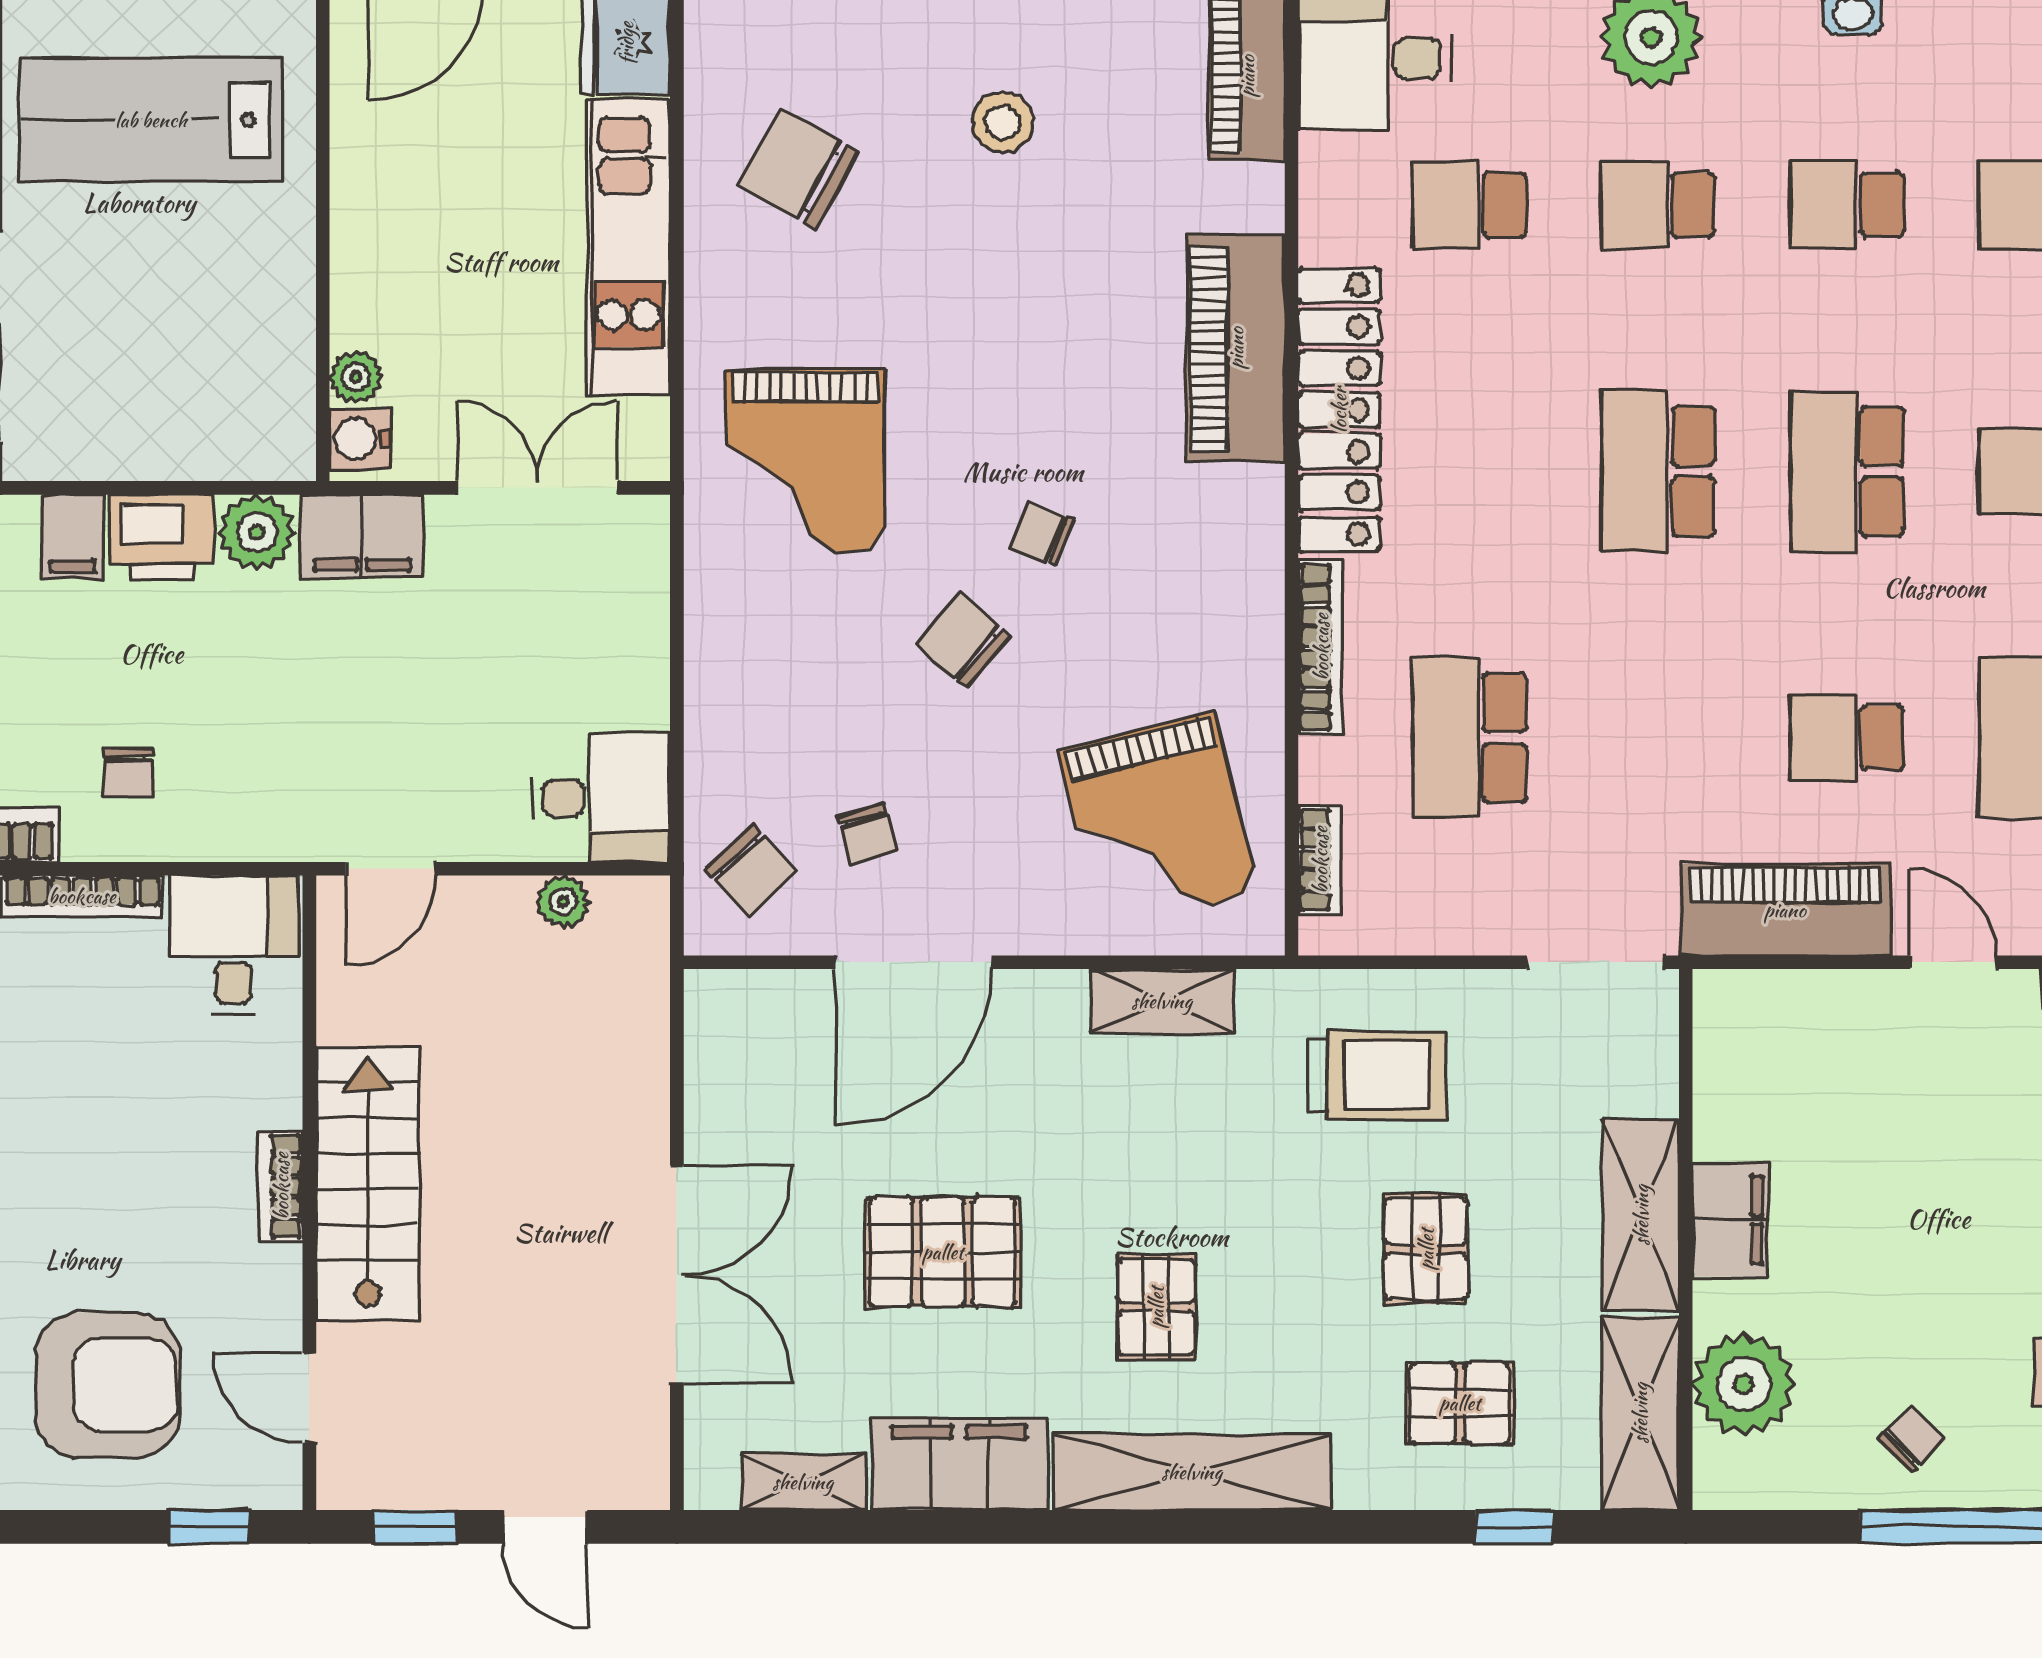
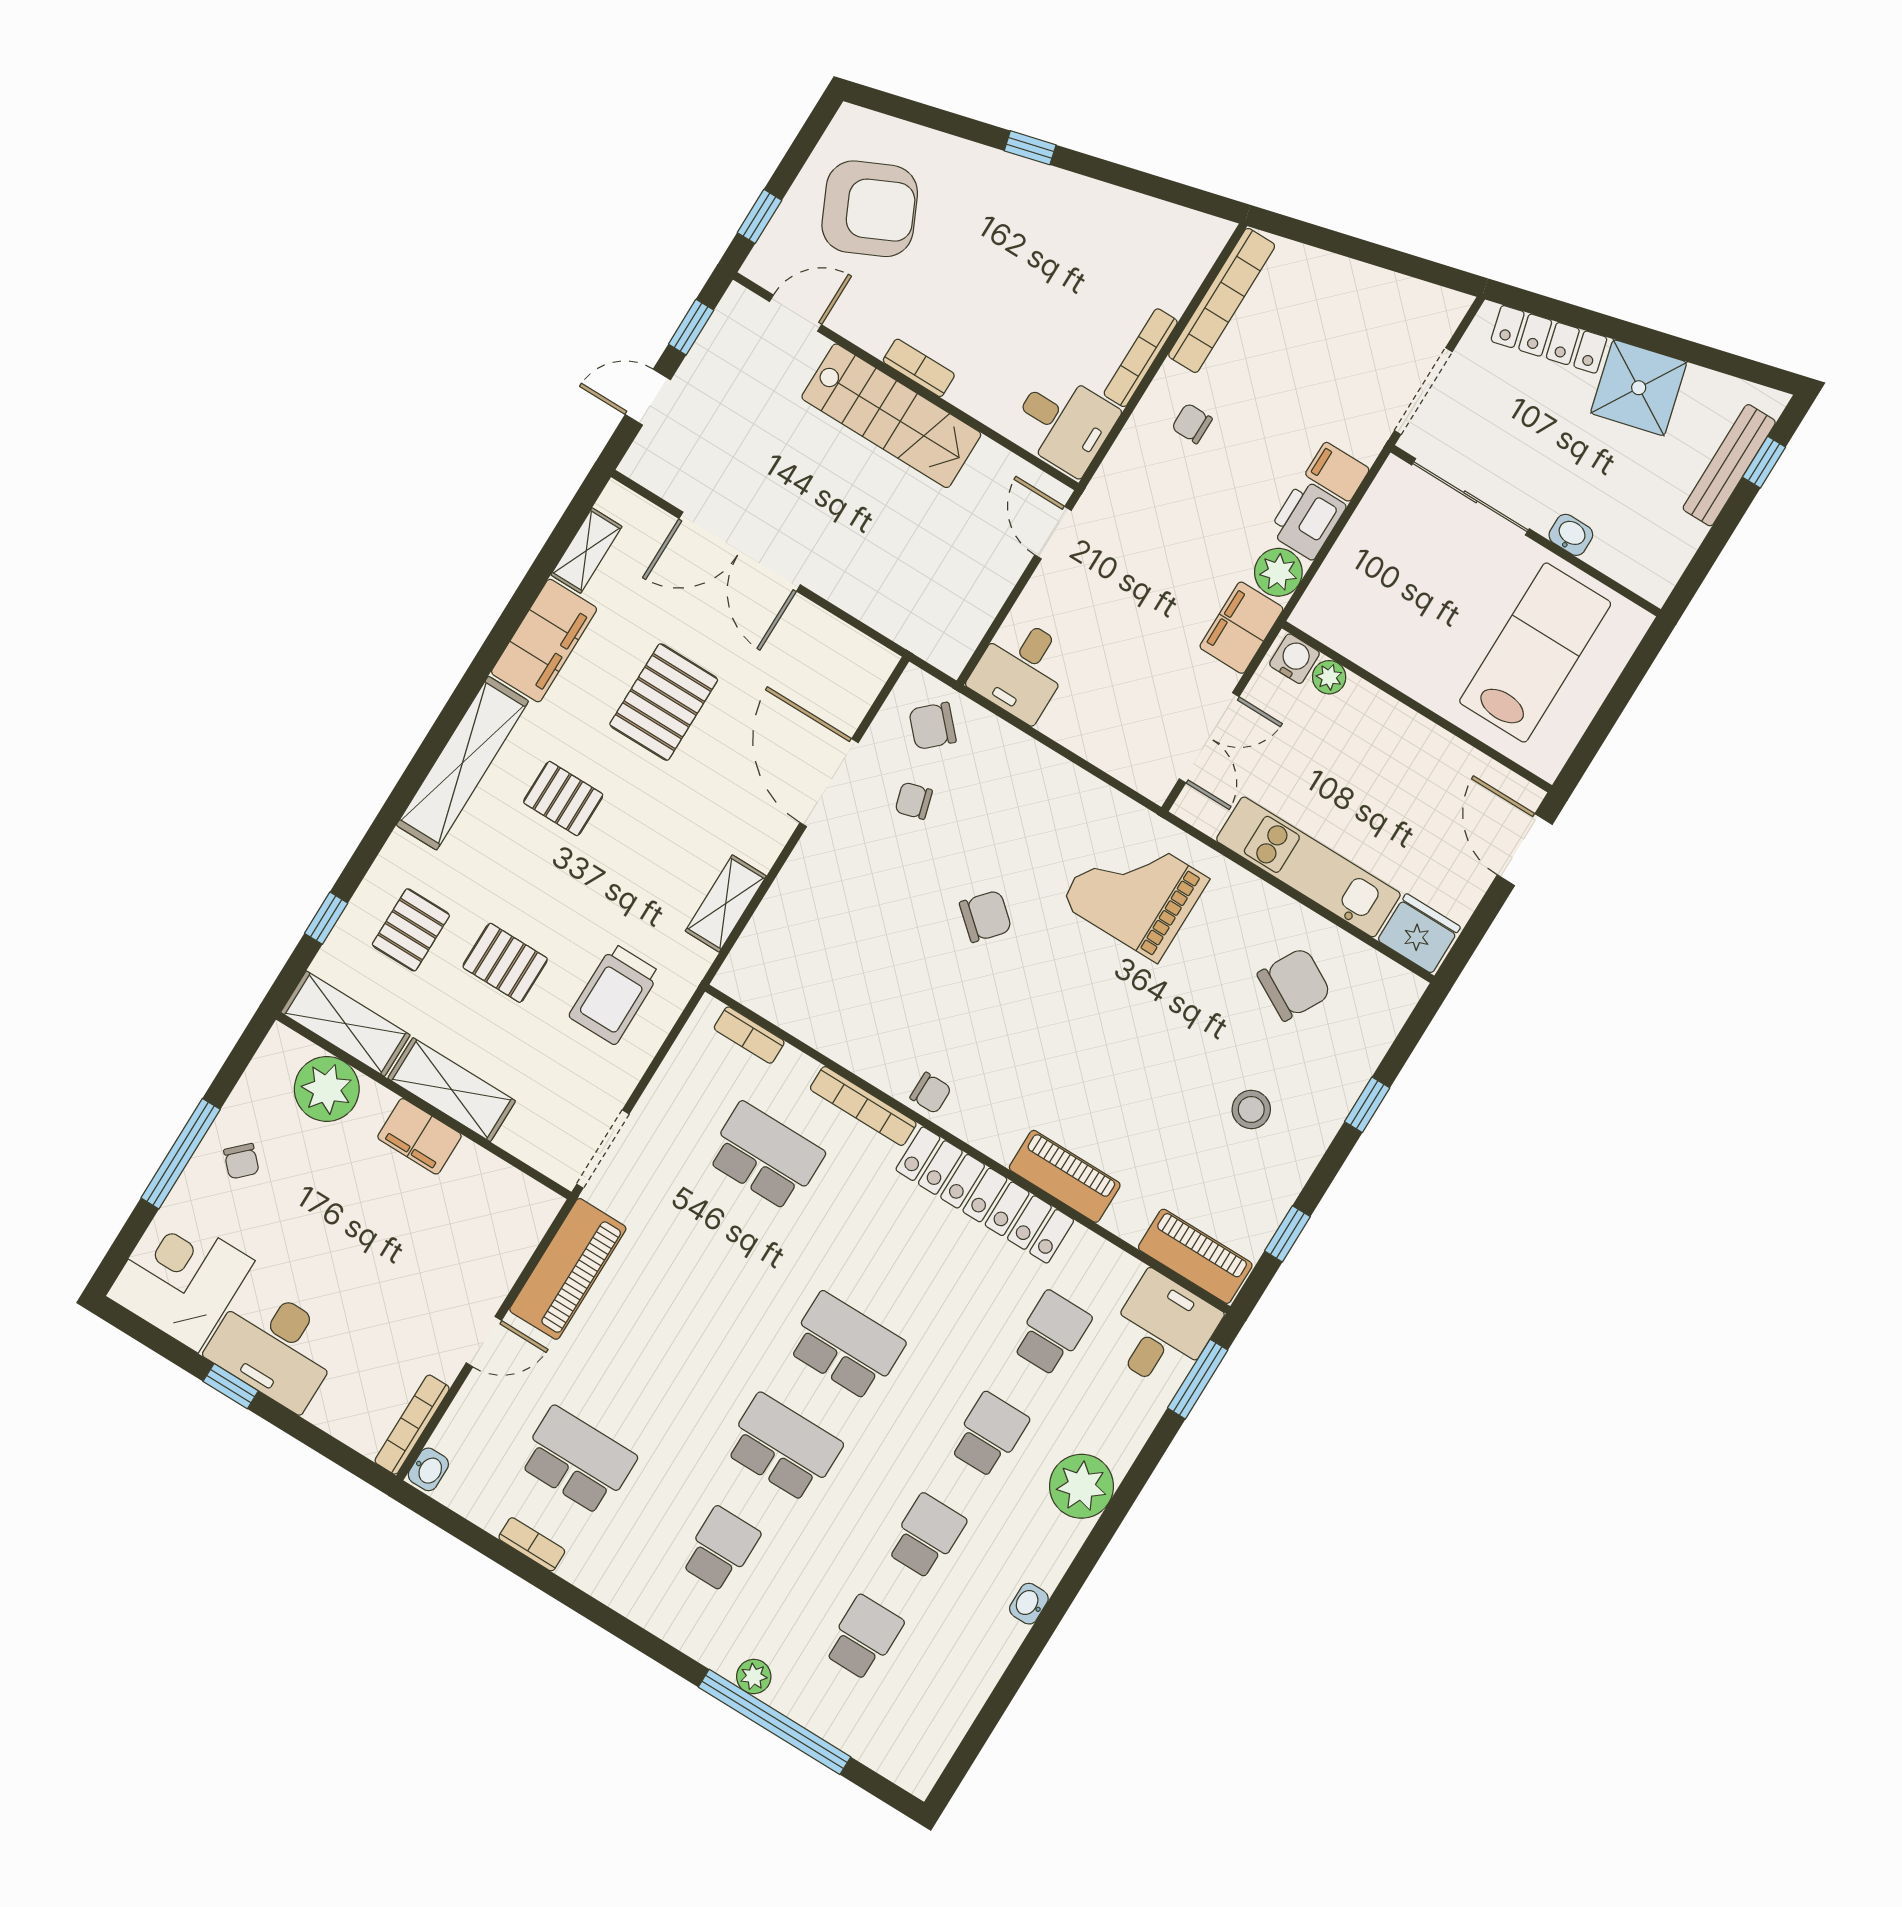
piano: (1236, 348) -> (1065, 1176), width x0.73, depth x0.75
chair: (1043, 534) -> (931, 1093), moved, turned 68
school desk: (1847, 738) -> (640, 1359), removed
grand piano: (1158, 822) -> (823, 961), removed
plant: (563, 902) -> (978, 614), removed
armchair: (107, 1385) -> (870, 209), turned -115

